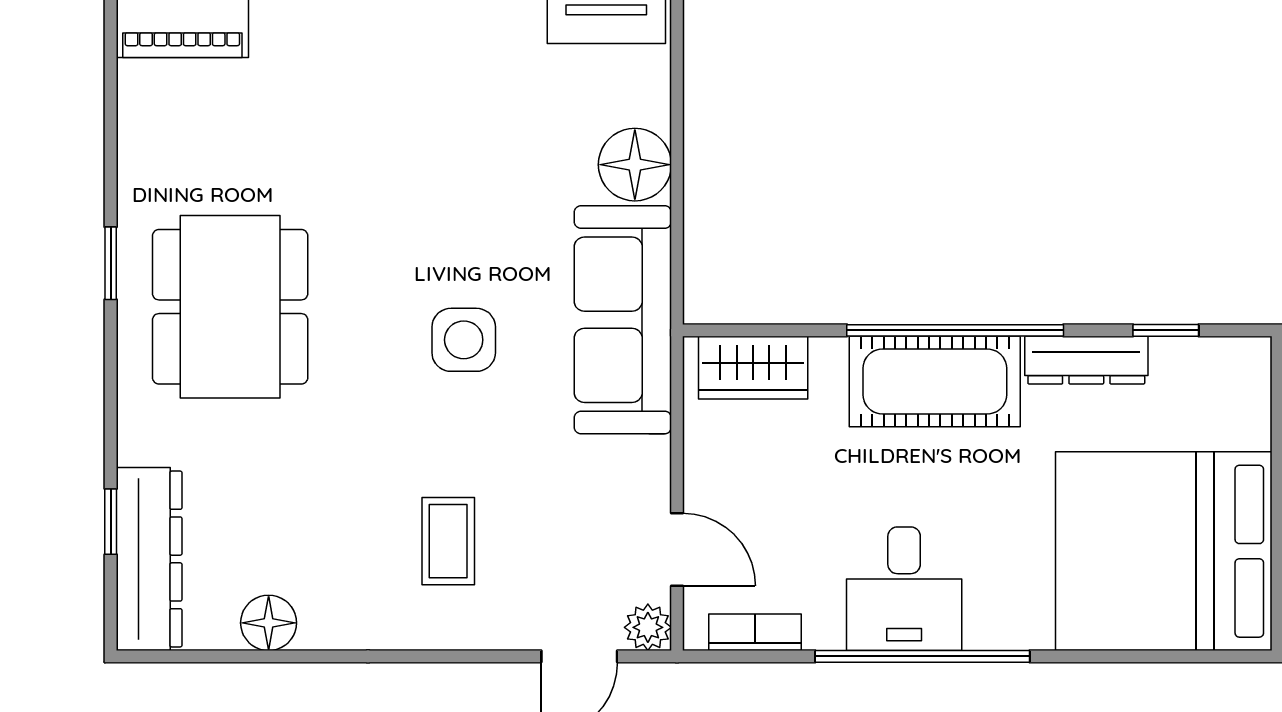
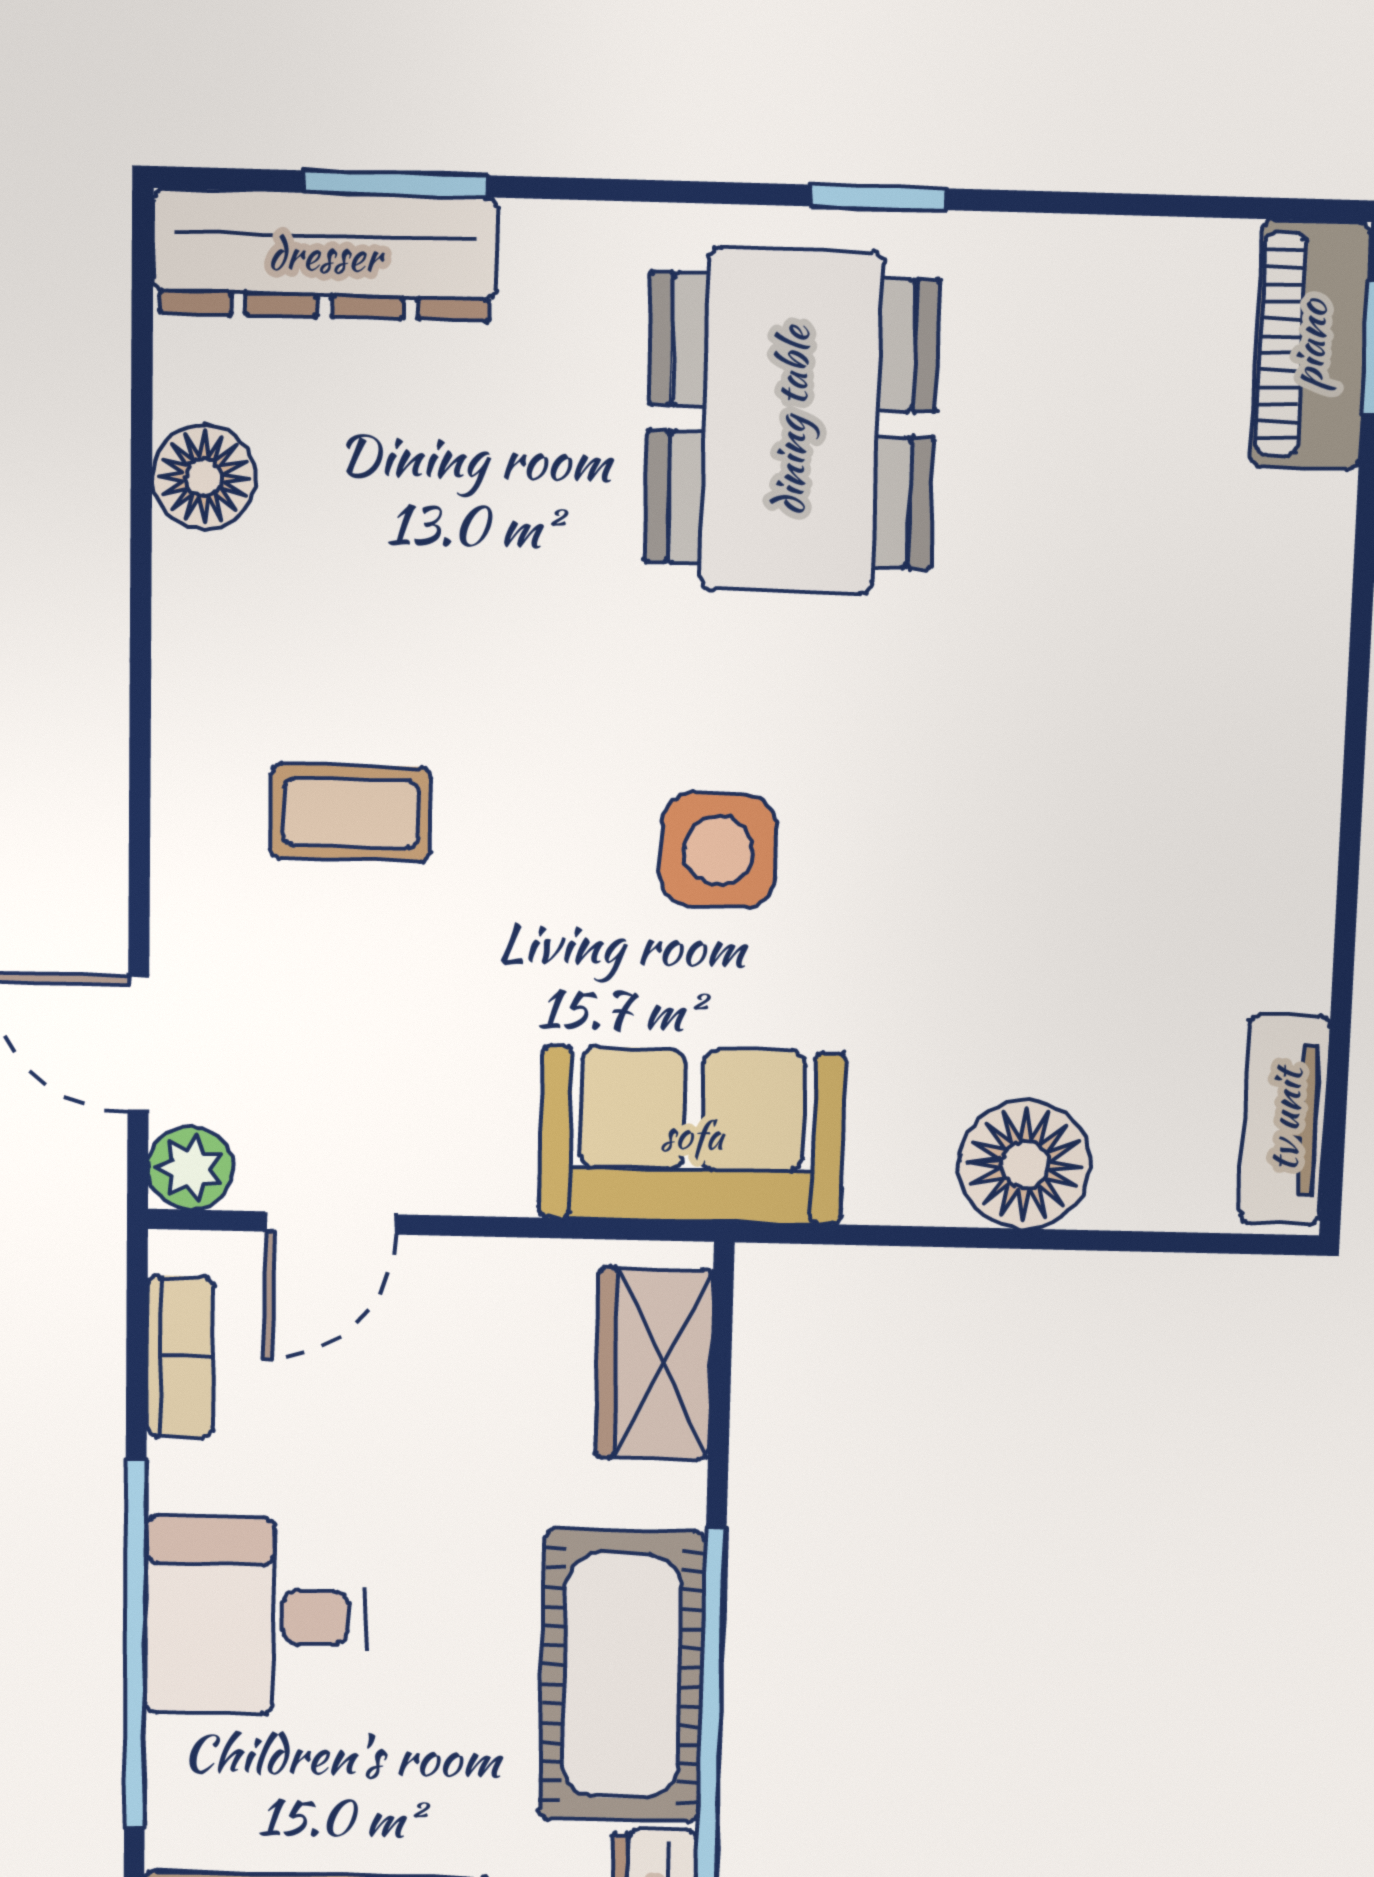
dining table: (230, 307) -> (791, 421), turned 90
sofa: (623, 320) -> (692, 1135), width x0.73
window: (111, 522) -> (396, 184), width x1.50

